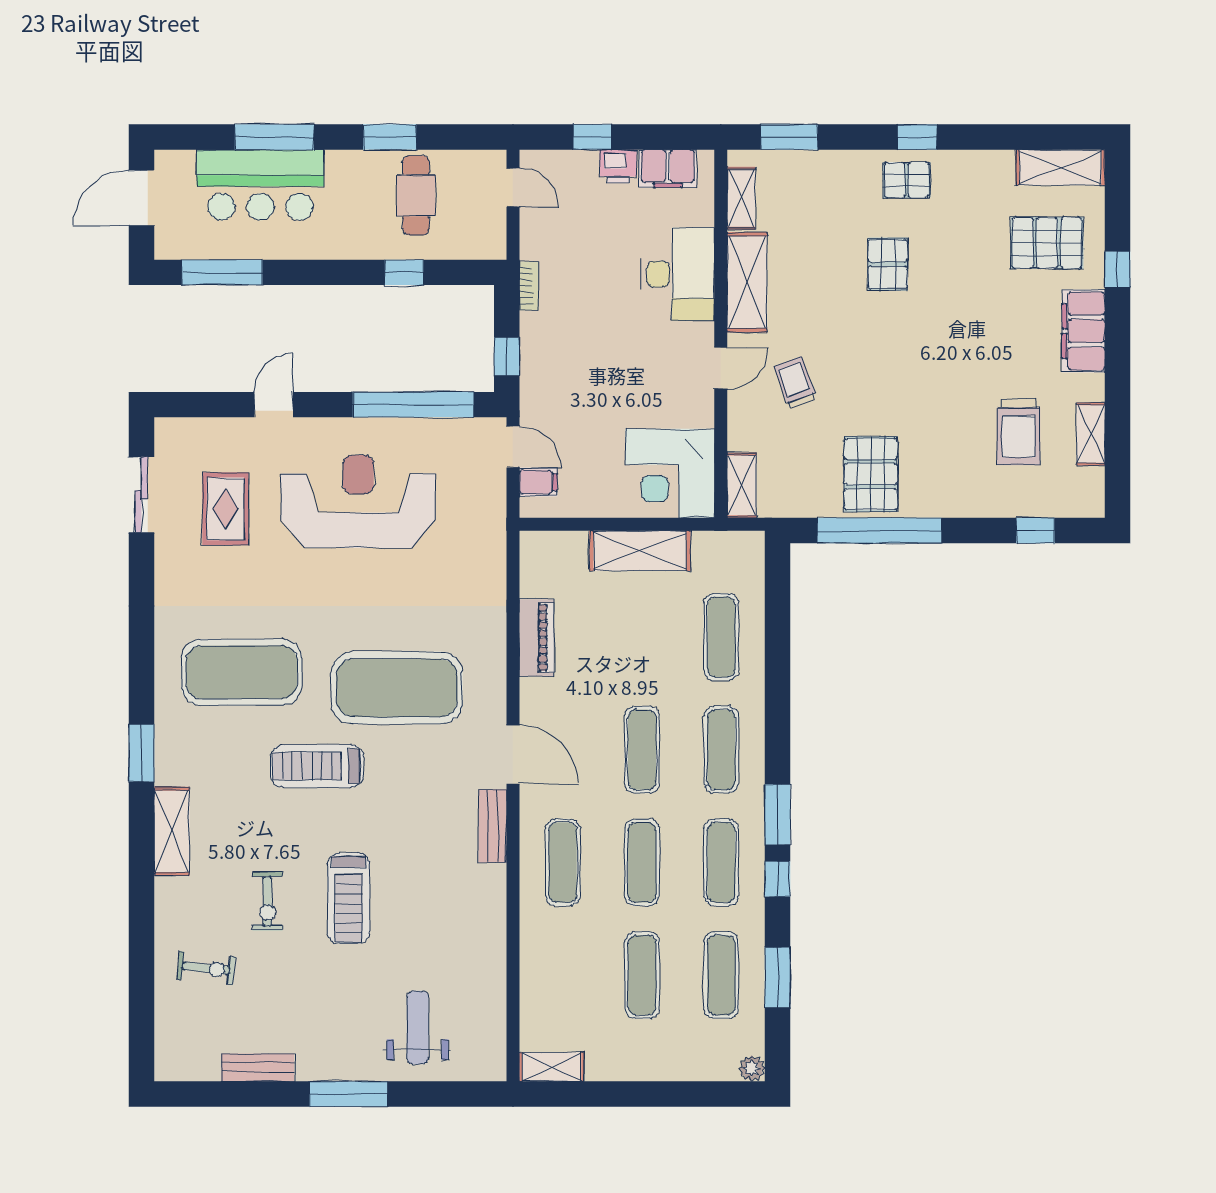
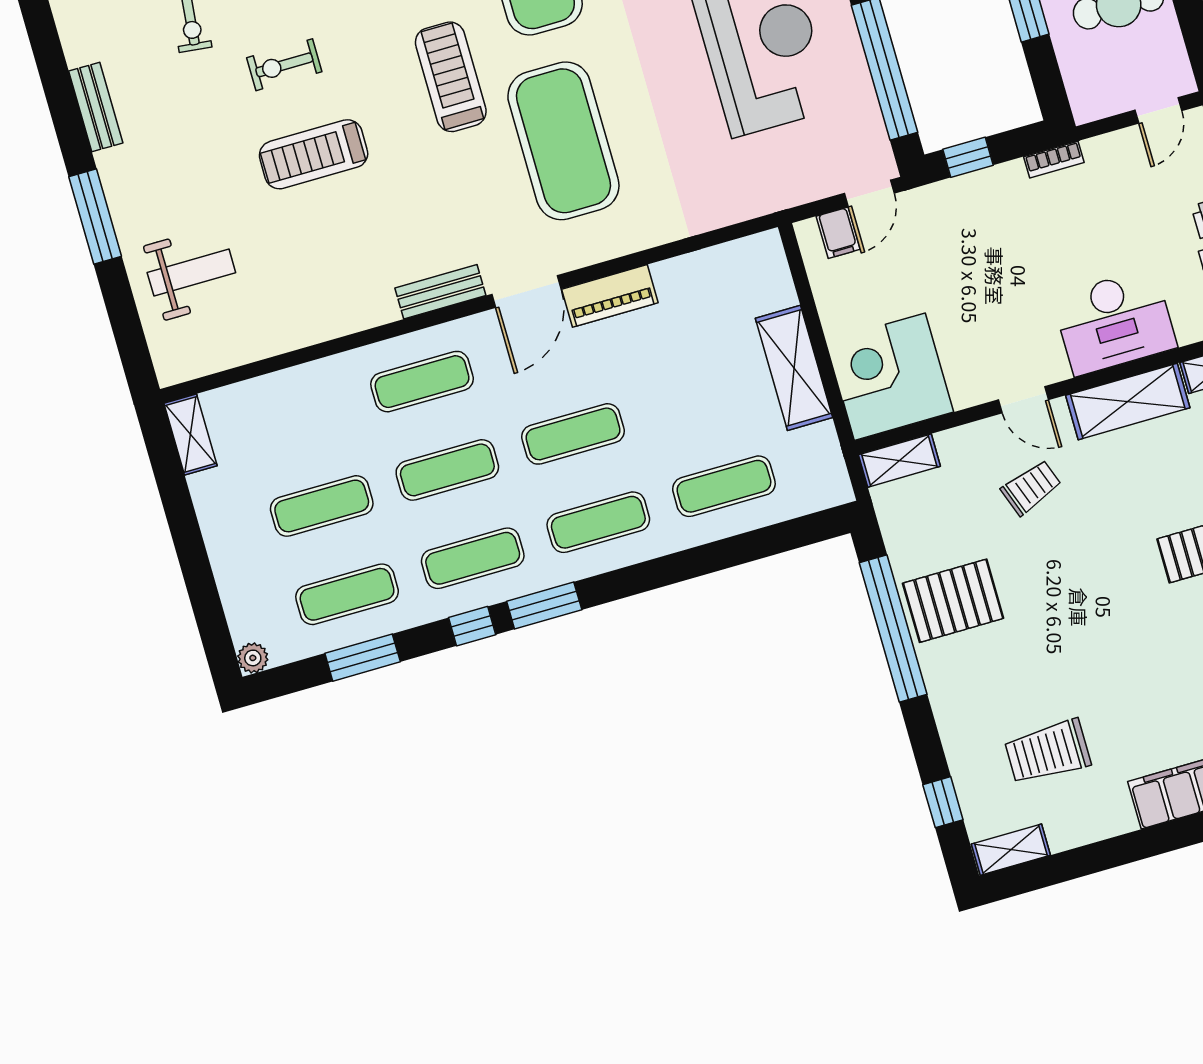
shelving: (1091, 434) -> (1011, 850), moved
piano: (536, 638) -> (610, 296), moved

